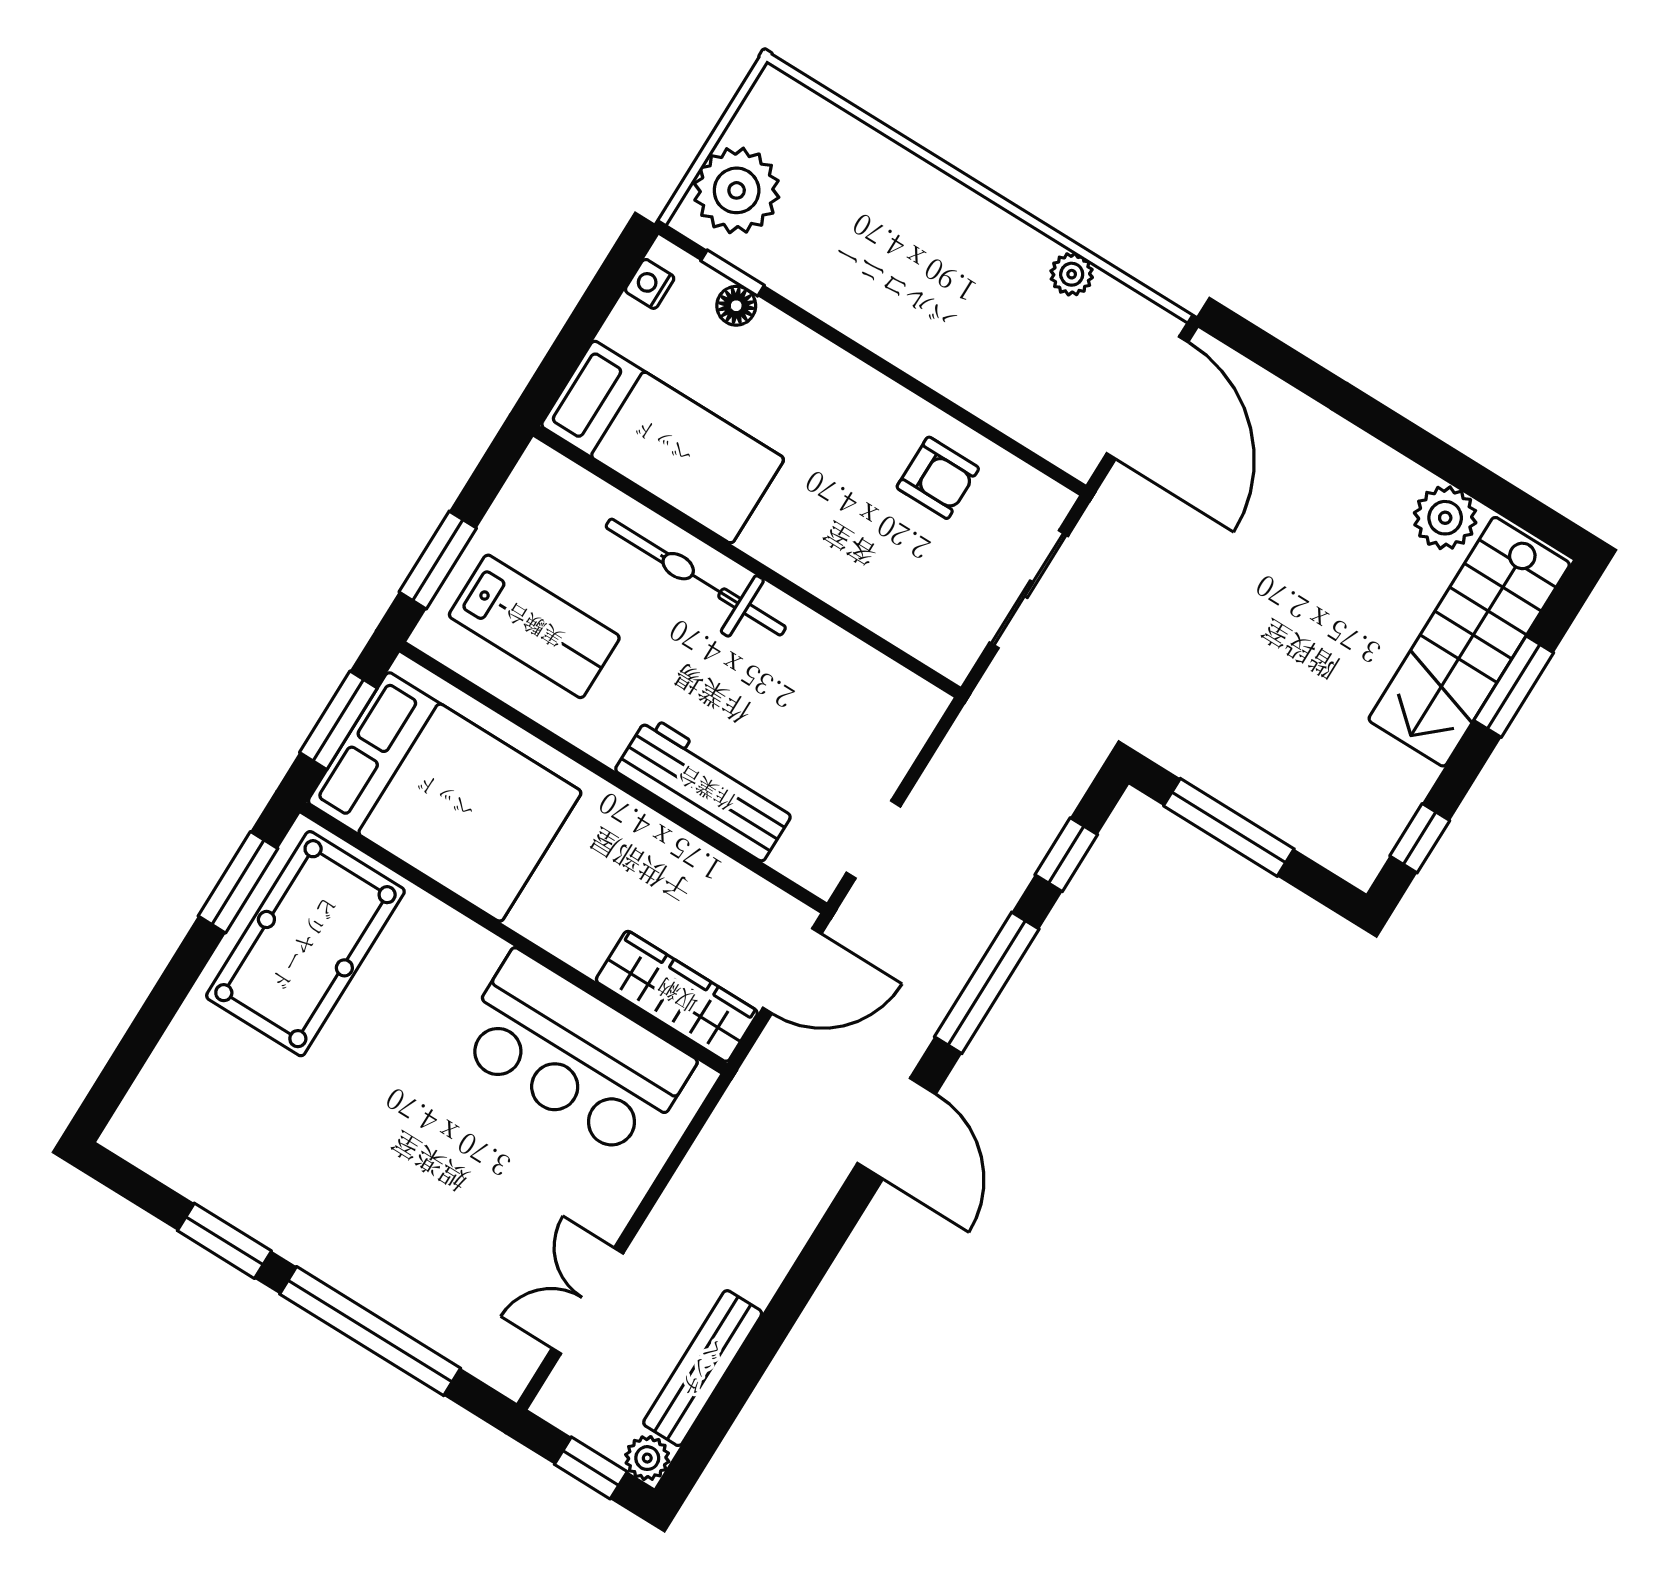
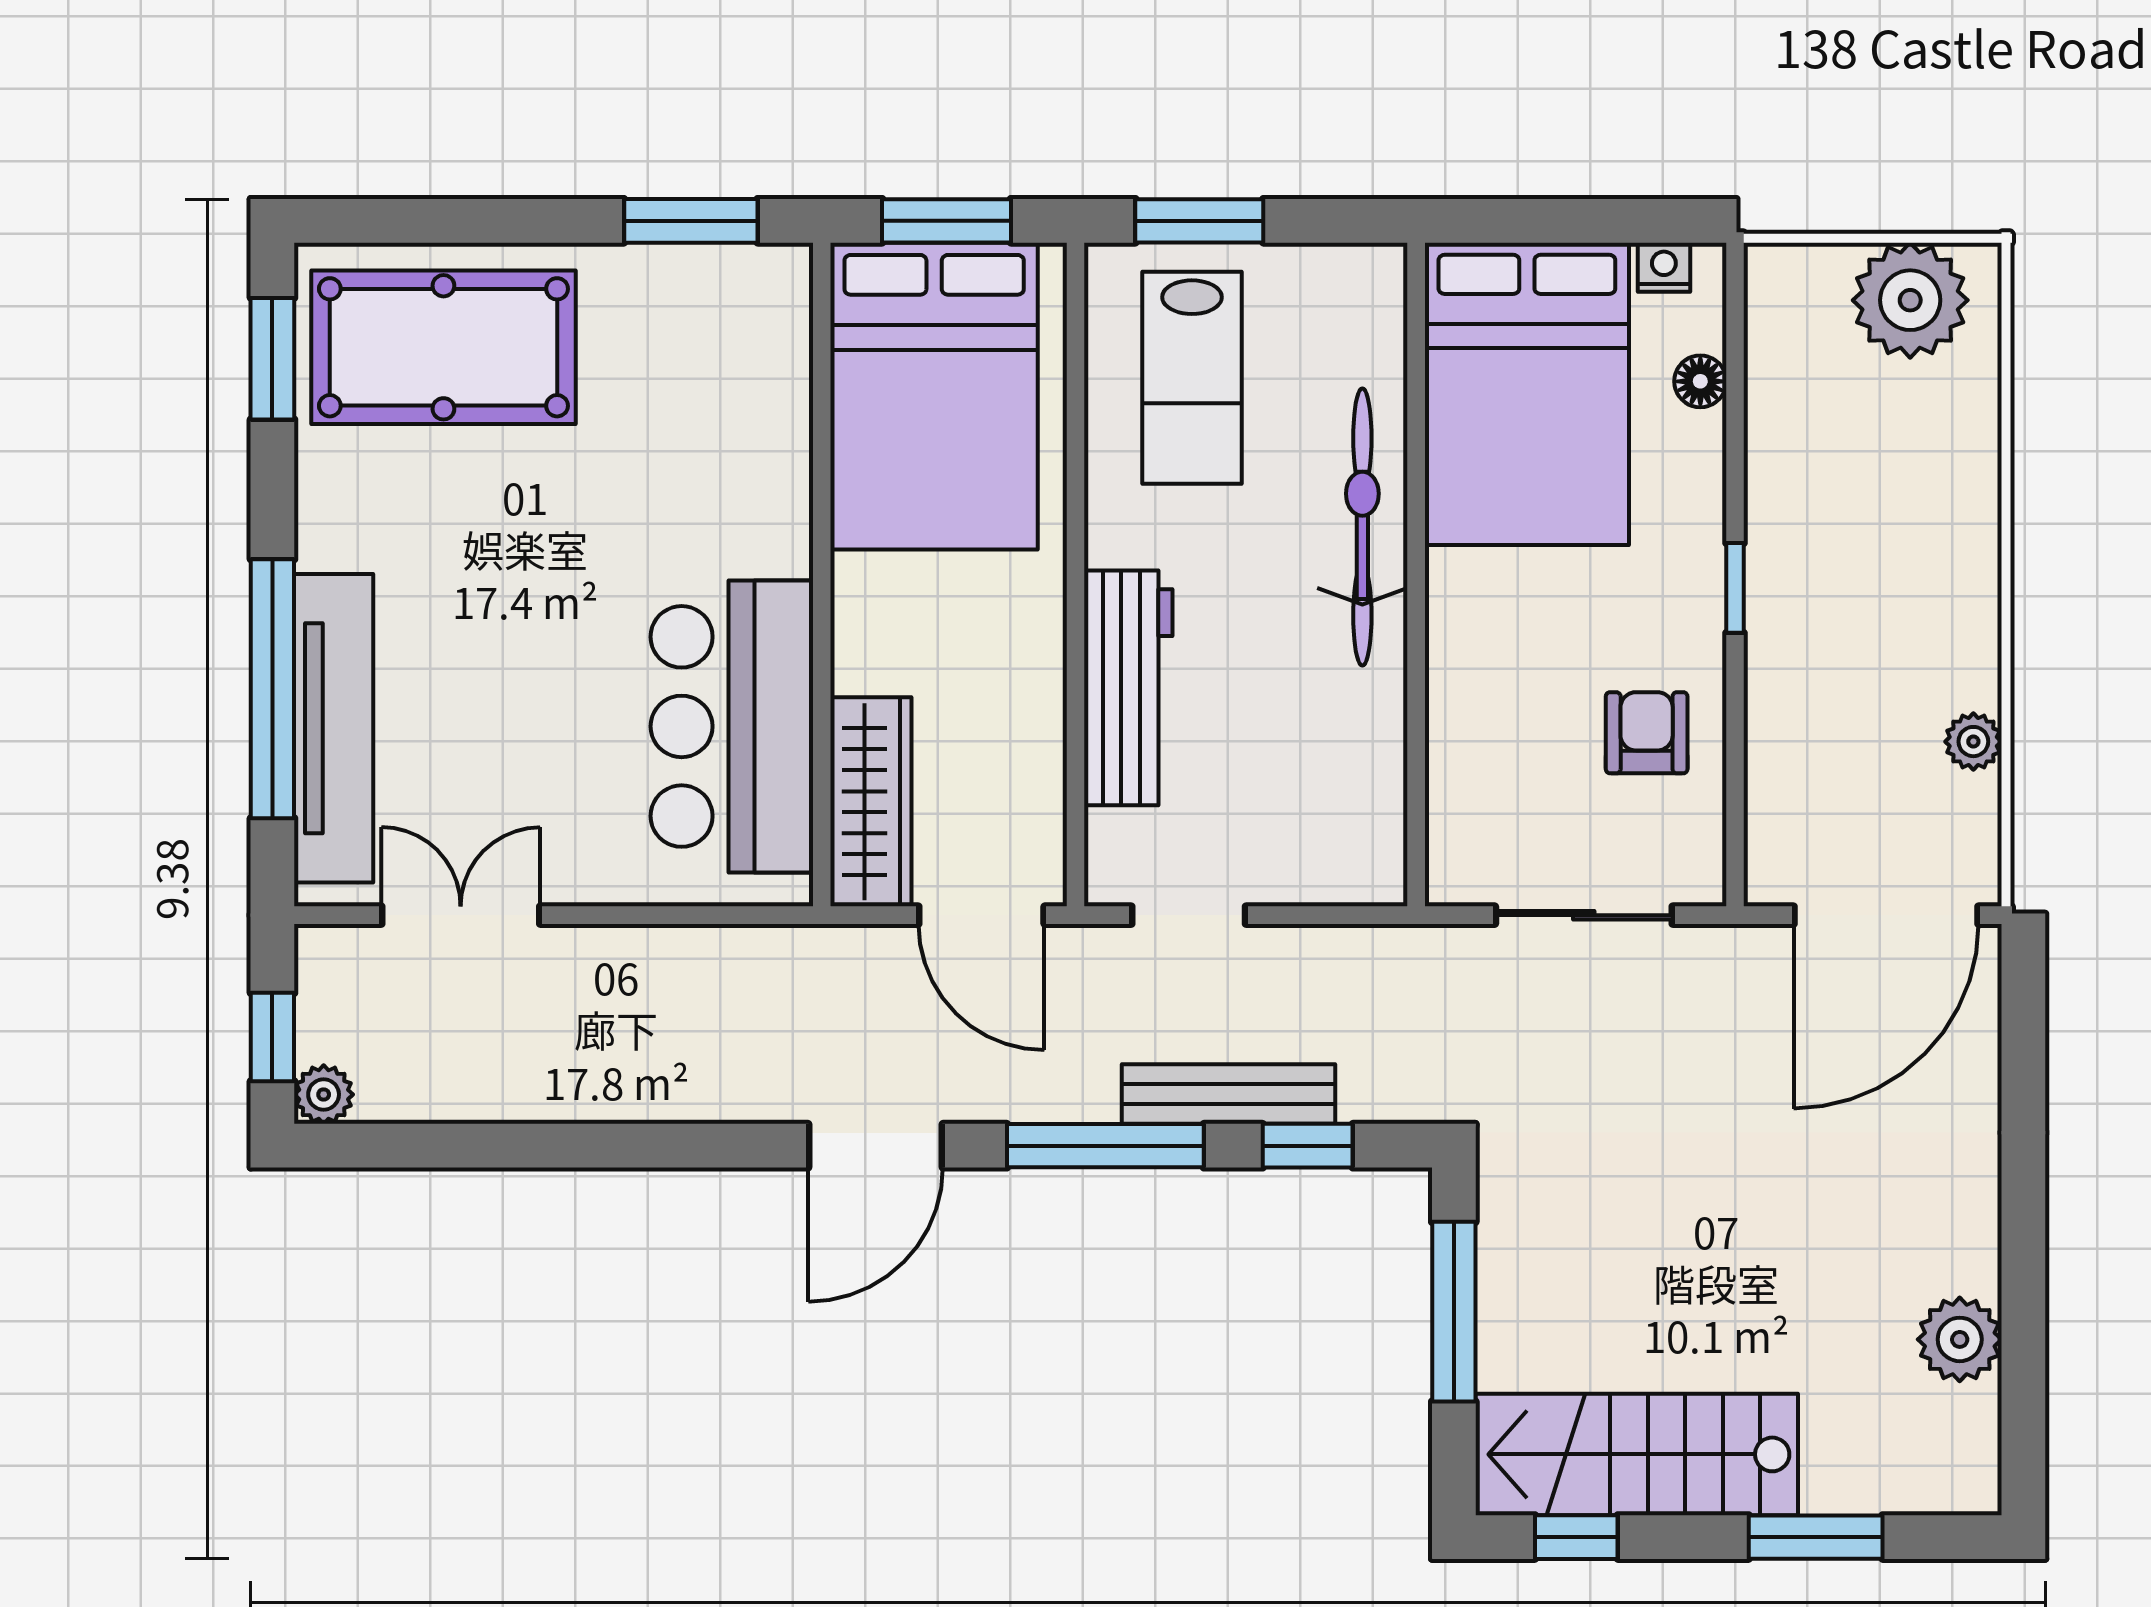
plant: (737, 190) -> (1910, 300), moved
window: (732, 273) -> (1735, 588), moved
bed: (663, 442) -> (1527, 394), width x1.50
armchair: (938, 478) -> (1647, 733), turned 180
stairs: (1469, 642) -> (1637, 1454), moved
pool table: (305, 944) -> (443, 347), moved
window: (224, 1241) -> (272, 359), moved
tv unit: (419, 1308) -> (334, 728), added
bench: (703, 1368) -> (1228, 1094), moved

